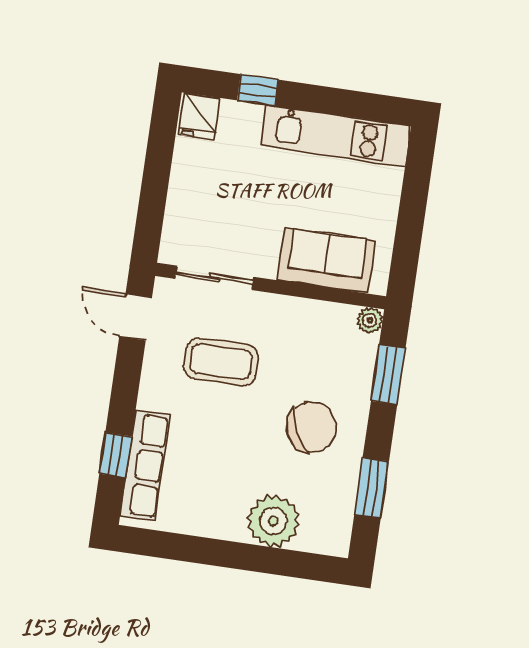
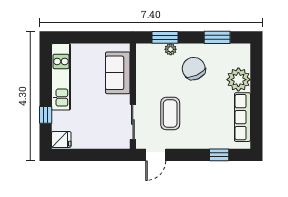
plant: (370, 320) -> (171, 49), moved
row of seats: (145, 465) -> (242, 117), moved, turned -90

